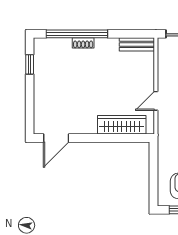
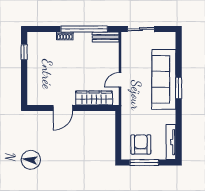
window: (77, 34) -> (84, 29), moved
door: (56, 138) -> (63, 108), moved

